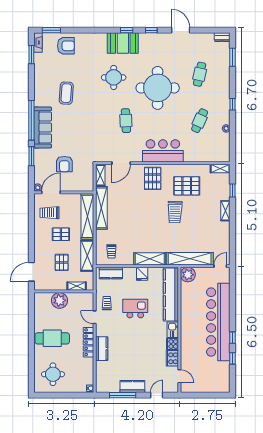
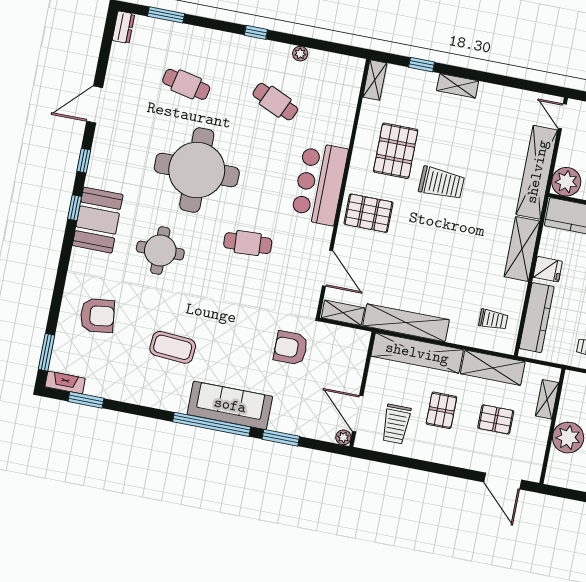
armchair: (66, 46) -> (97, 316), moved, turned 83
armchair: (64, 164) -> (291, 348), moved, turned 180
kitchen counter: (111, 273) -> (537, 318), width x1.50

